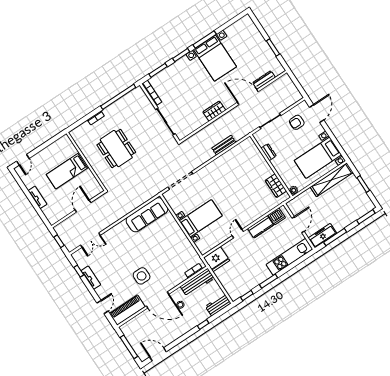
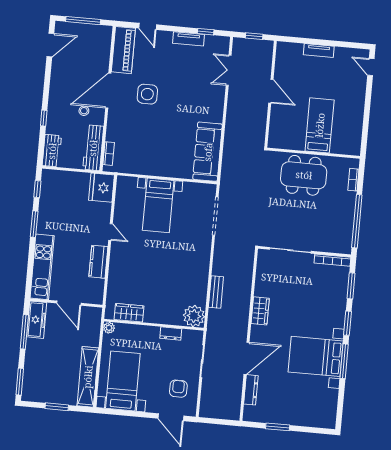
plant: (248, 147) -> (194, 316), added
wall: (86, 162) -> (313, 153), moved
bed: (68, 171) -> (320, 125), moved
dishwasher: (277, 216) -> (96, 288), removed

